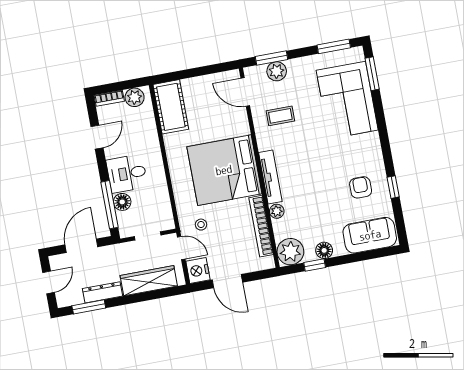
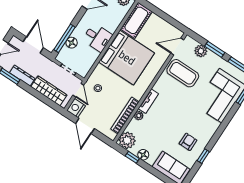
window: (272, 58) -> (215, 49), moved
door: (245, 92) -> (177, 47), hinge flipped
coffee table: (280, 116) -> (183, 73), width x1.86, depth x1.72
bed: (224, 170) -> (127, 58), moved, turned 180
desk: (127, 174) -> (97, 37), moved, turned 180
tv unit: (270, 177) -> (148, 101), width x0.71
door: (81, 246) -> (33, 45), hinge flipped

